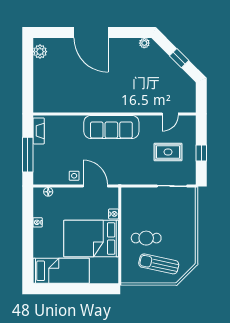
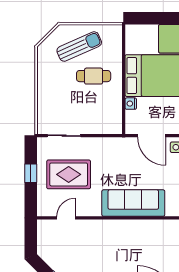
rug: (168, 152) -> (69, 174), width x1.36, depth x1.43
sun lounger: (159, 264) -> (79, 47), turned -36

